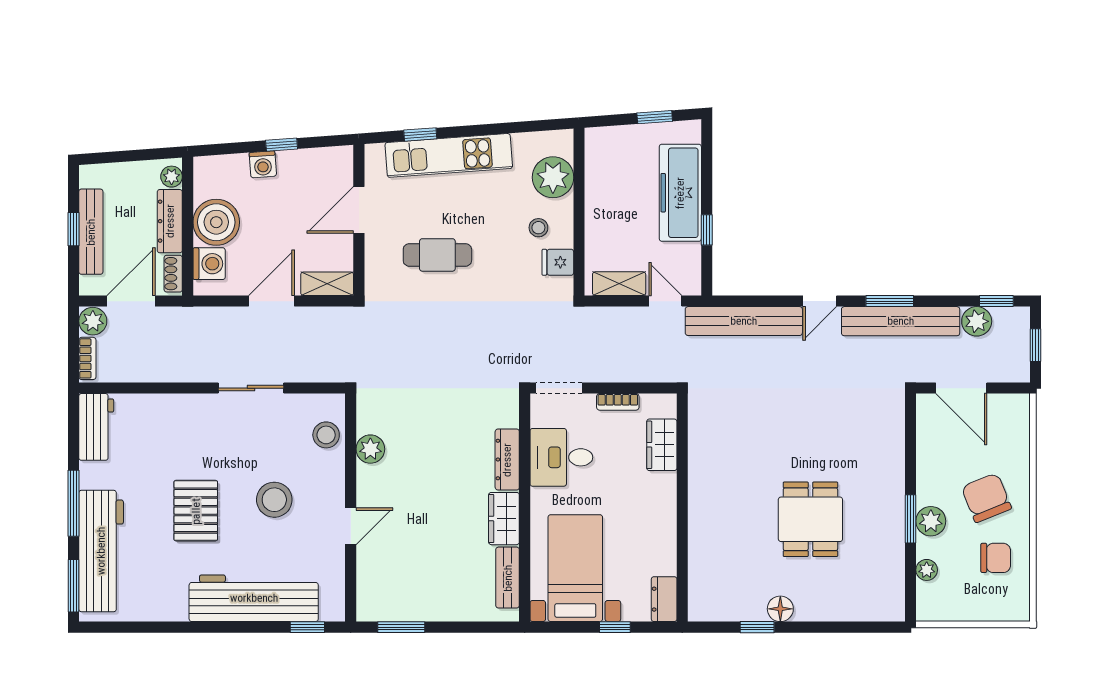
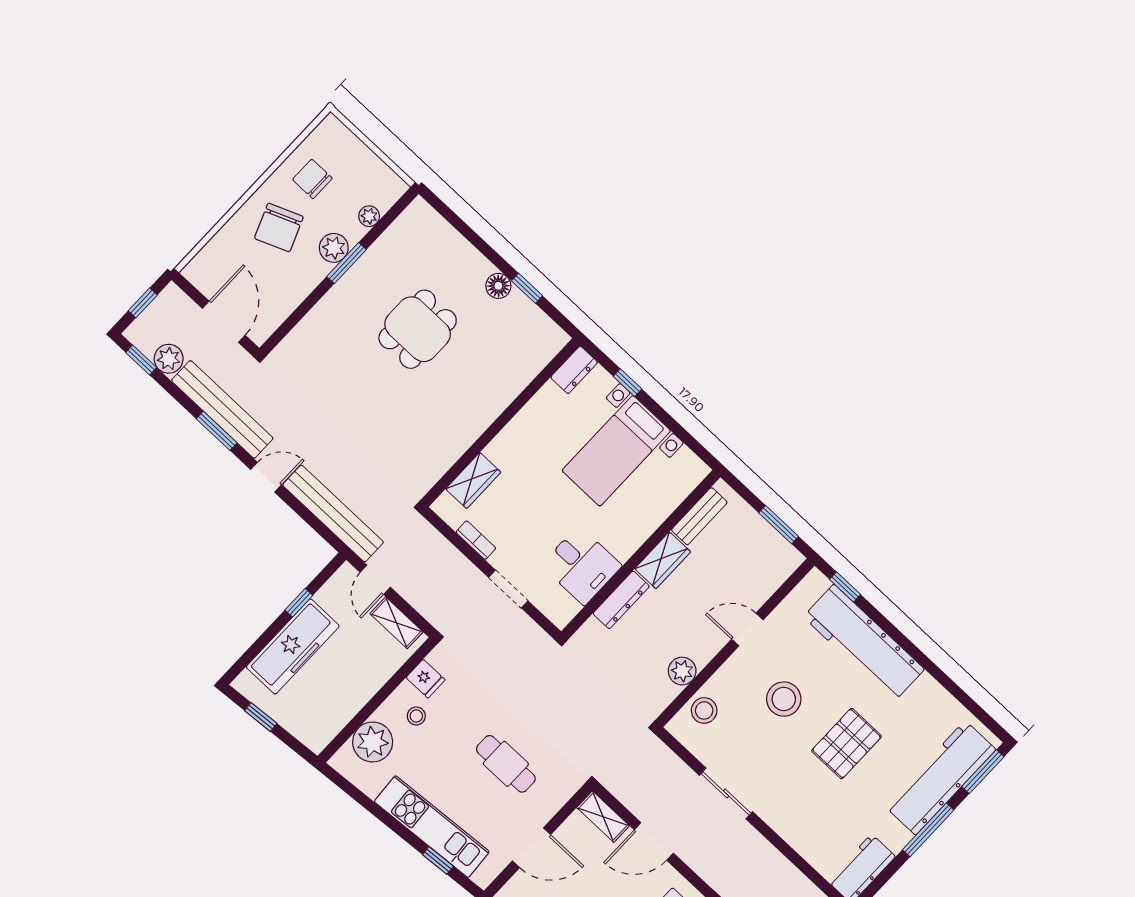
desk: (561, 457) -> (581, 565), moved
dresser: (507, 460) -> (621, 600), moved
wall: (525, 508) -> (641, 554), moved
wardrobe: (504, 519) -> (663, 560), moved
bench: (508, 578) -> (699, 516), moved

